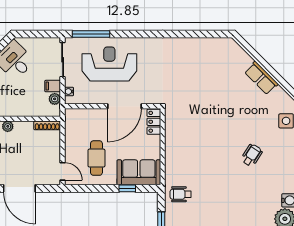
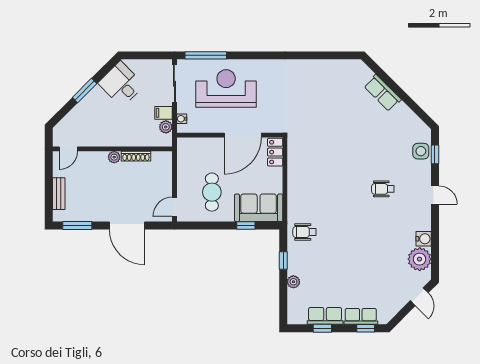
row of seats: (261, 78) -> (382, 93), moved
shoe rack: (47, 125) -> (136, 156), moved
wheelchair: (252, 155) -> (383, 189), turned -123
door: (63, 171) -> (174, 207), swing flipped

